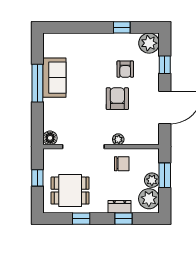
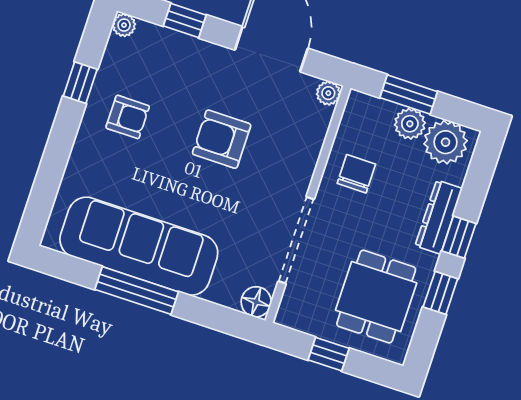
plant: (149, 43) -> (124, 25), width x0.53, depth x0.53
armchair: (125, 69) -> (128, 117), moved
sofa: (54, 78) -> (139, 246), width x1.85, depth x1.27
plant: (118, 139) -> (328, 93), moved
dresser: (120, 207) -> (439, 217), width x1.44
window: (123, 219) -> (459, 237), moved

